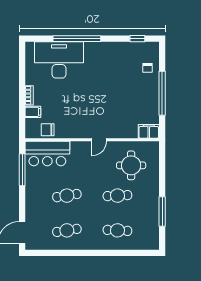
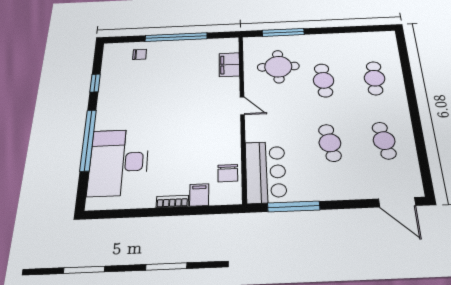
window: (137, 39) -> (95, 83), moved
filing cabinet: (149, 131) -> (229, 65), moved
window: (162, 212) -> (283, 32), moved

